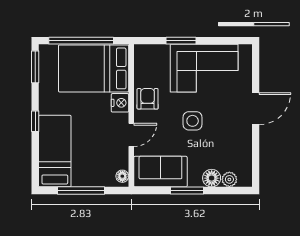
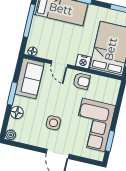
window: (181, 41) -> (110, 141), moved
side table: (193, 121) -> (53, 123), moved
plant: (229, 179) -> (11, 135), moved

